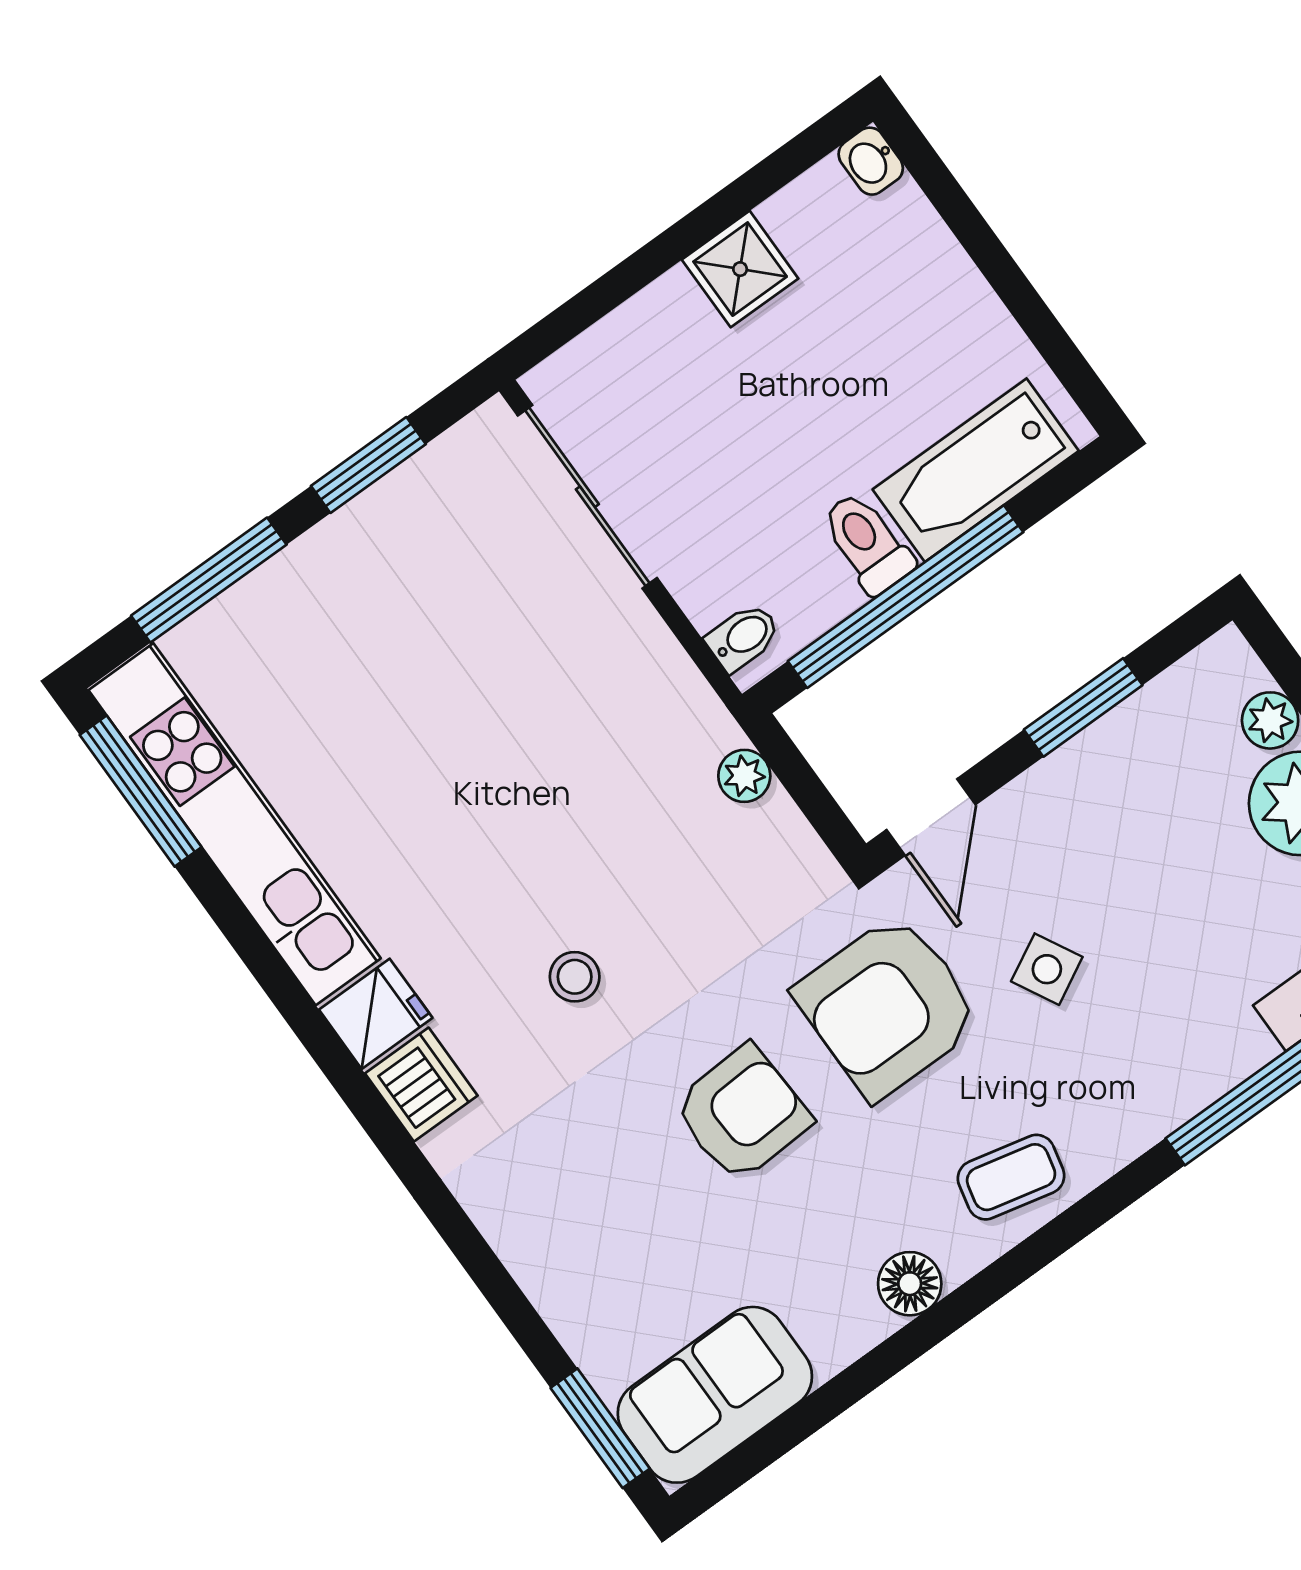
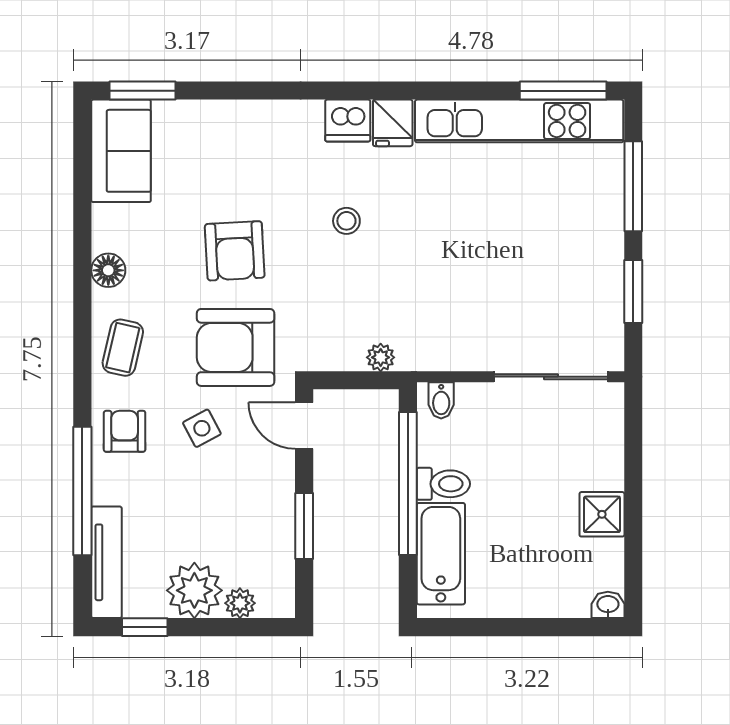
armchair: (888, 1007) -> (236, 347), turned -90
armchair: (1136, 1083) -> (125, 431), added

